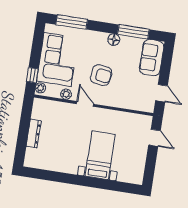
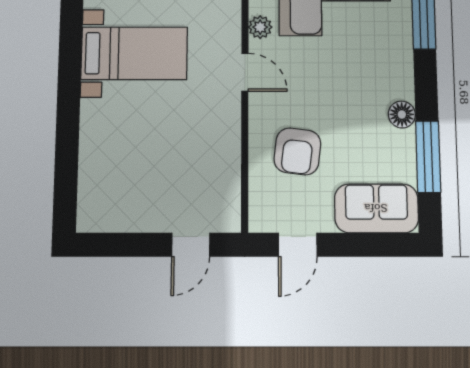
armchair: (101, 75) -> (297, 151), moved
door: (85, 104) -> (245, 72), hinge flipped
bed with nightstands: (100, 155) -> (134, 53), moved

